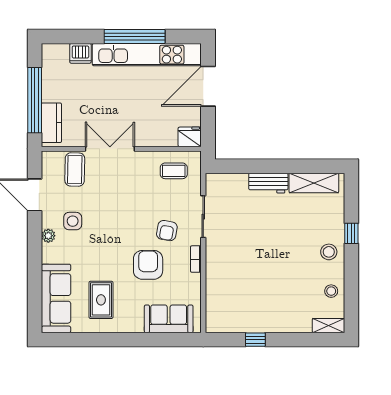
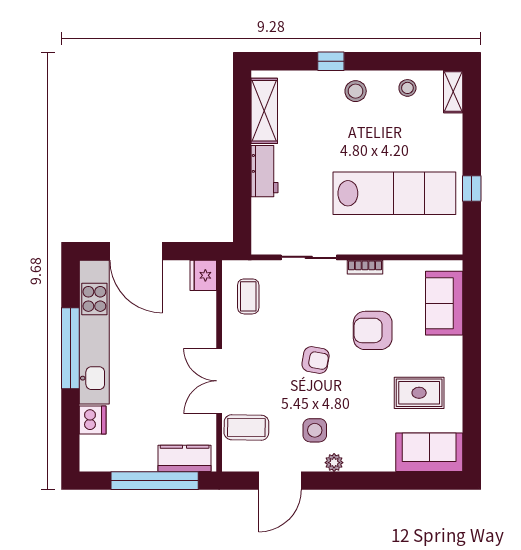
armchair: (167, 231) -> (316, 360), moved
lab bench: (252, 281) -> (394, 193), added
sofa: (56, 298) -> (429, 452), width x0.73

